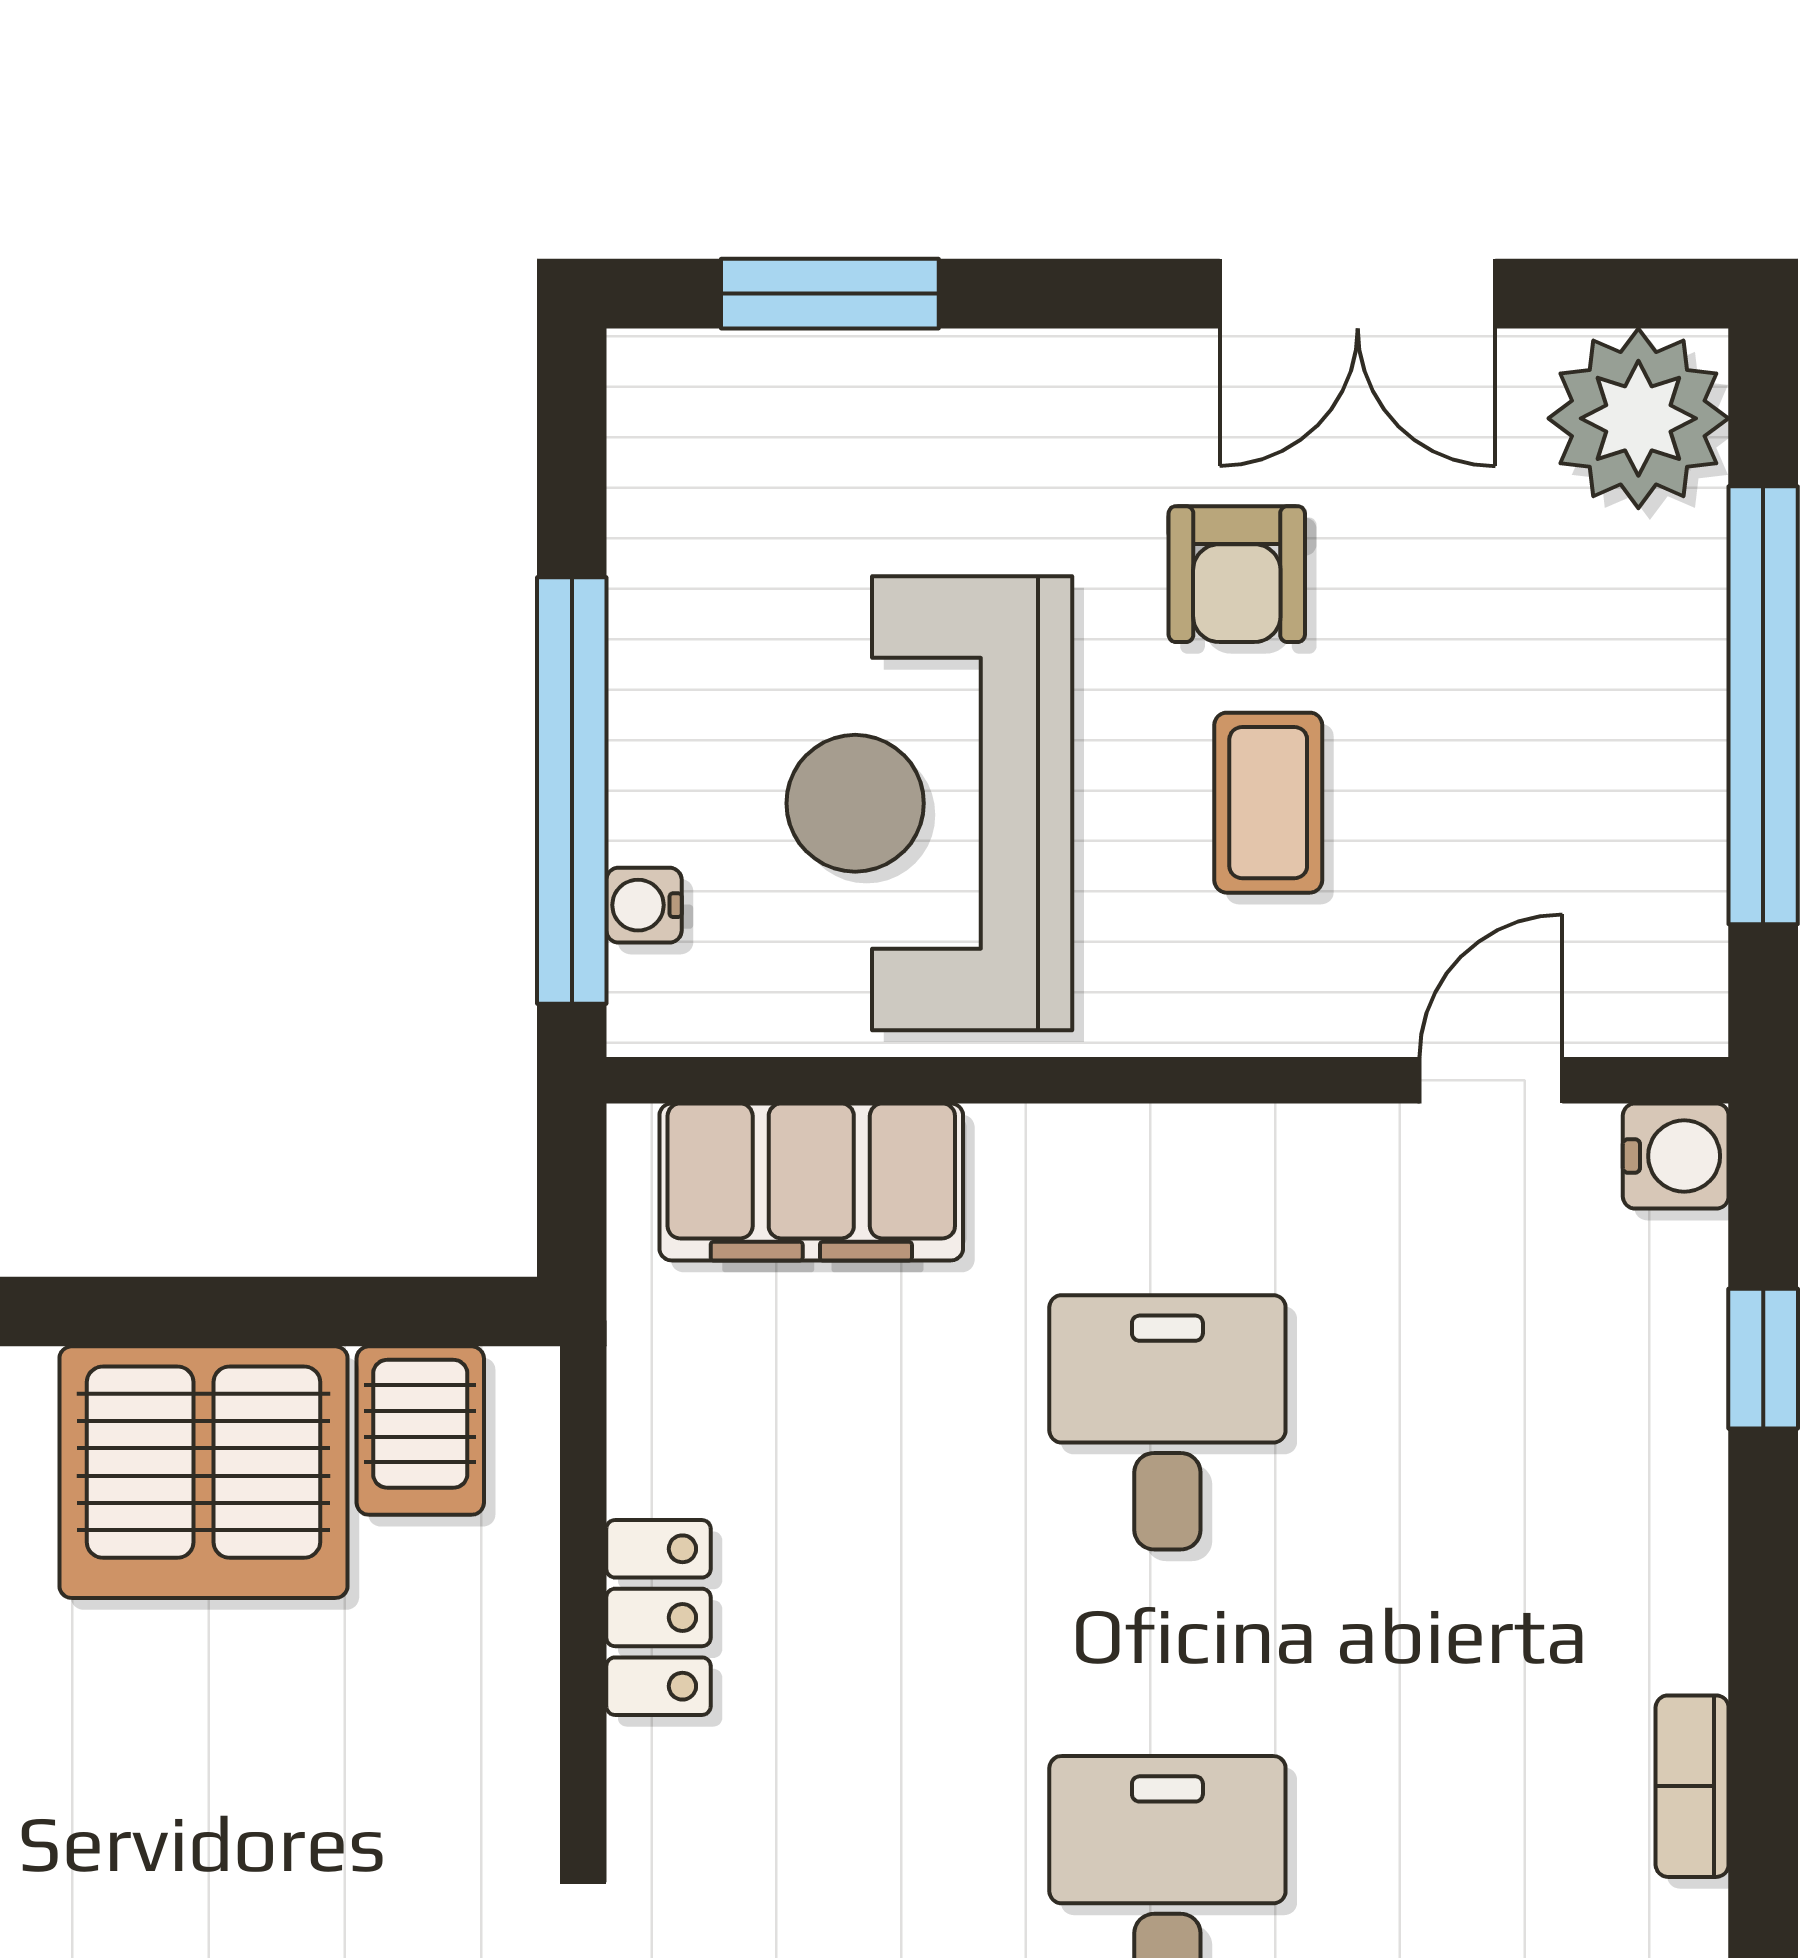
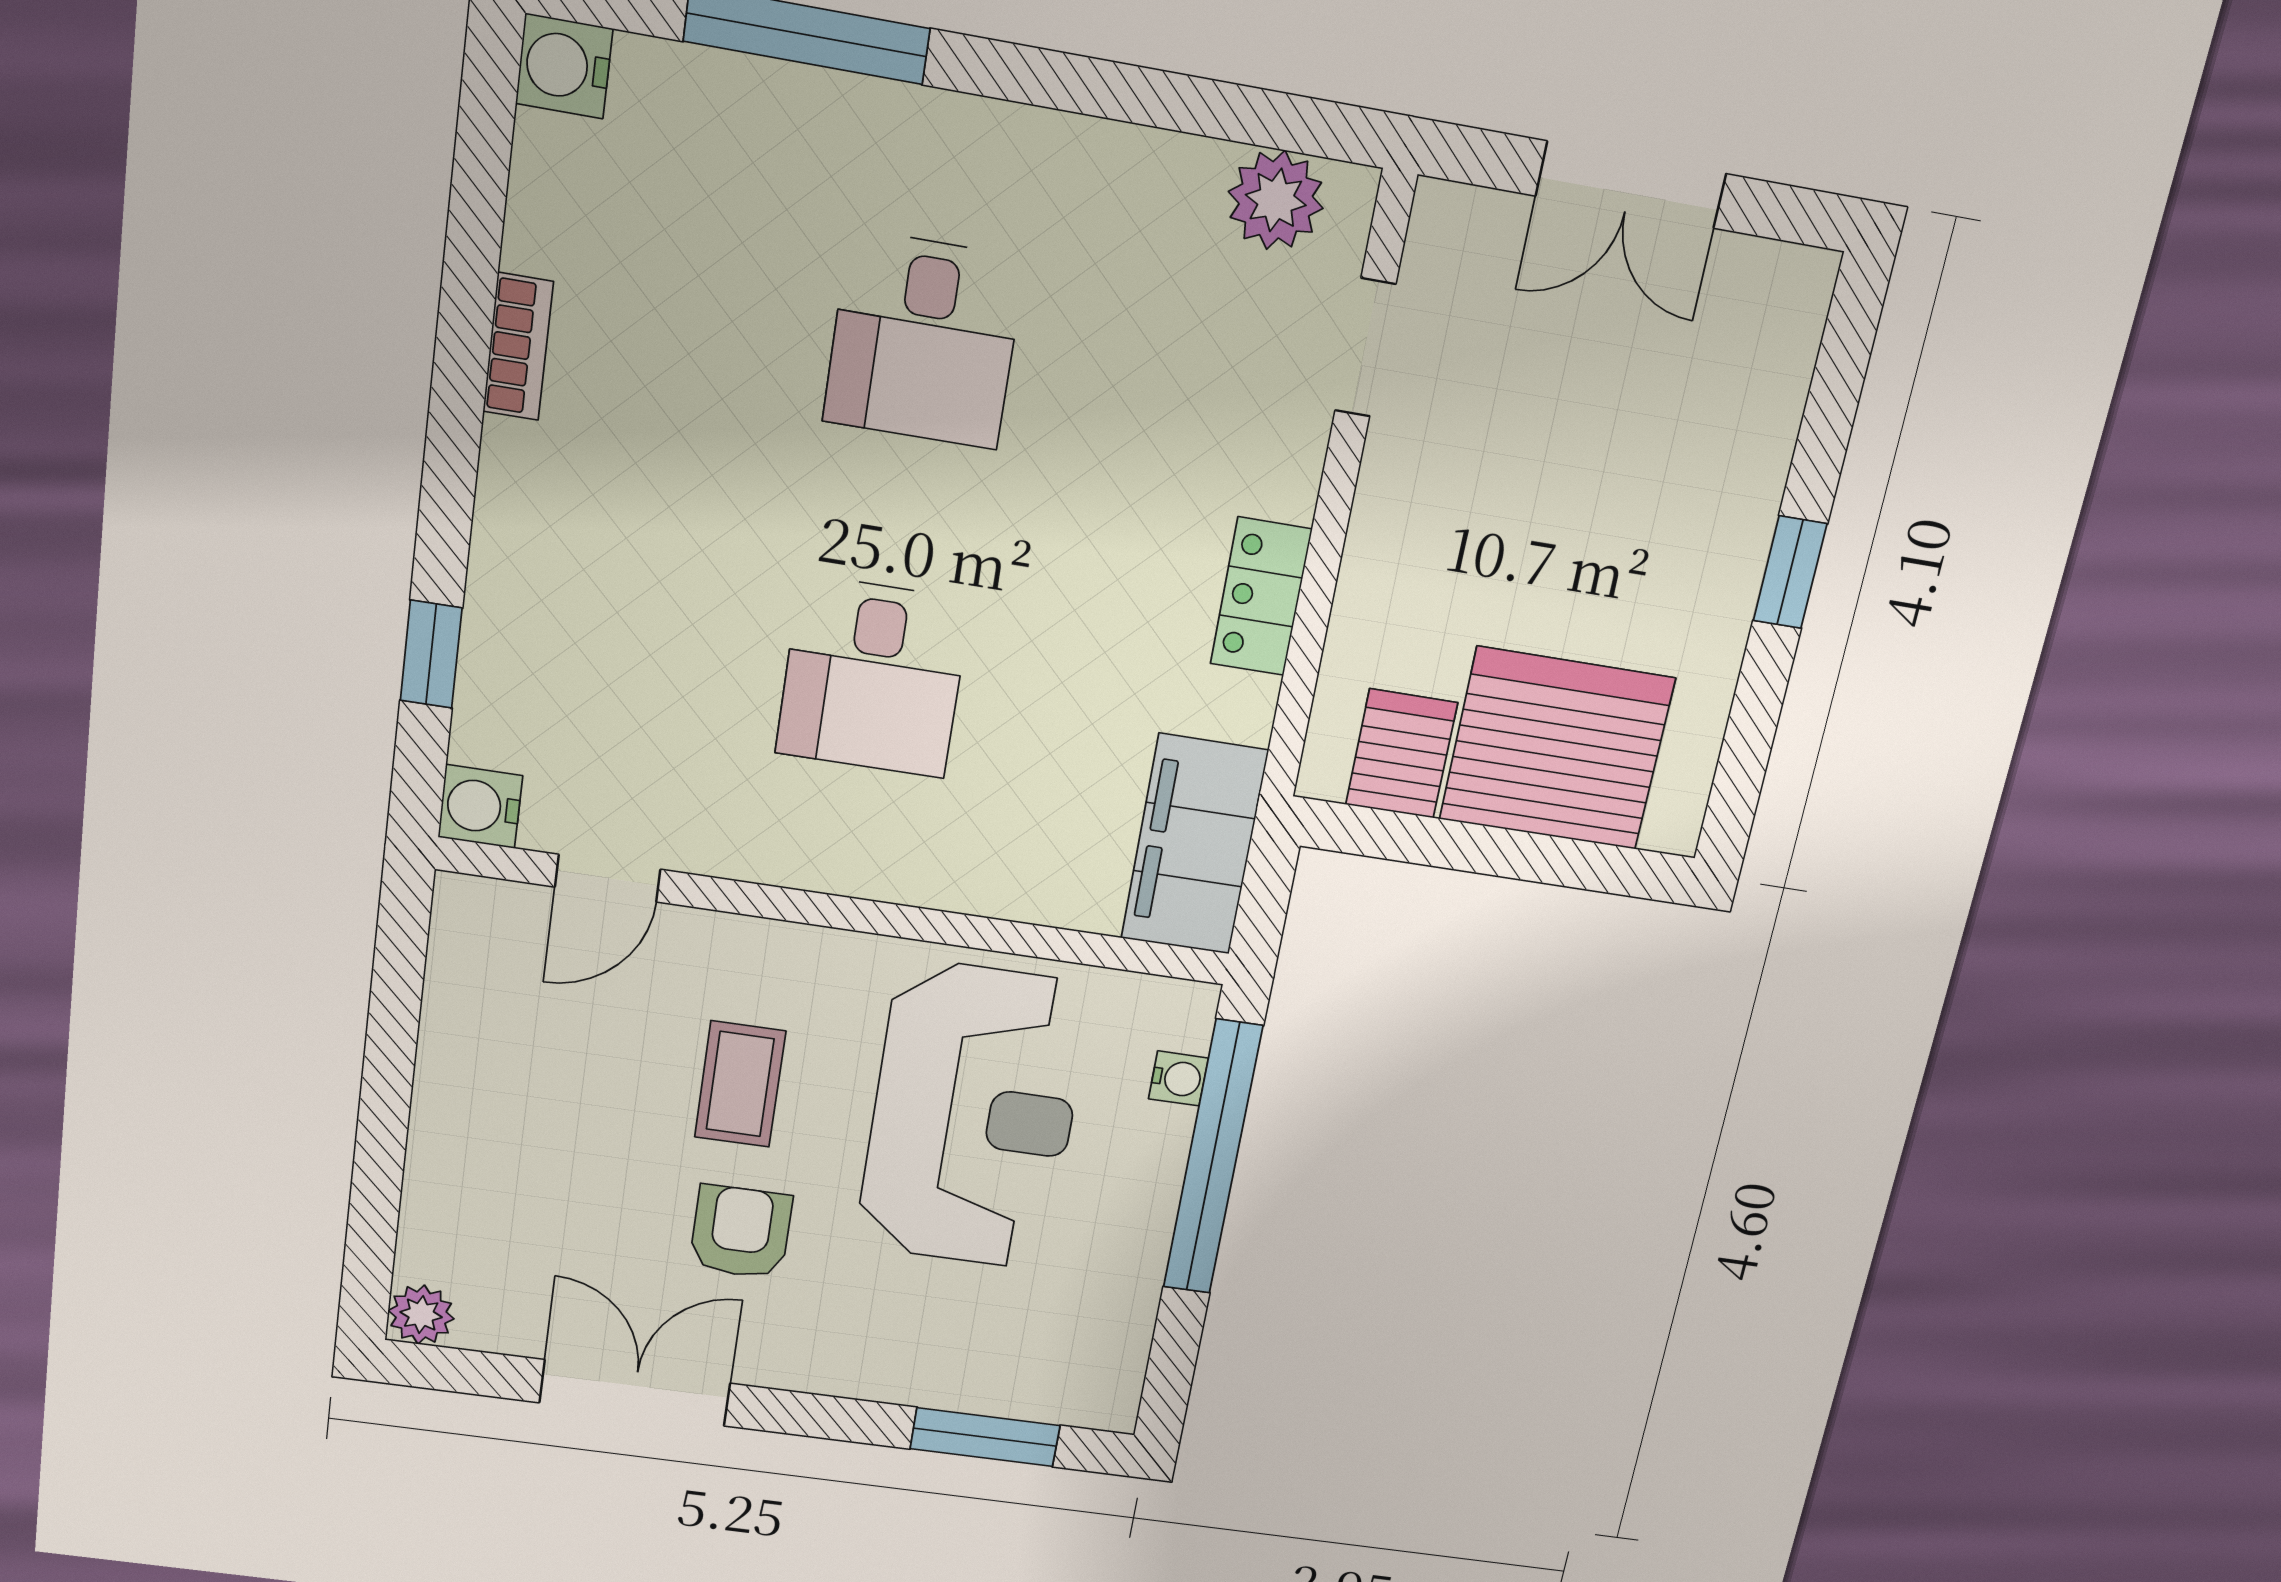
plant: (1638, 418) -> (421, 1315), width x0.53, depth x0.53
window: (1763, 705) -> (385, 1099), removed
filing cabinet: (811, 1182) -> (1194, 845), moved, turned -90

